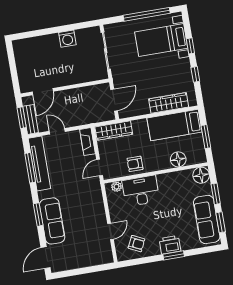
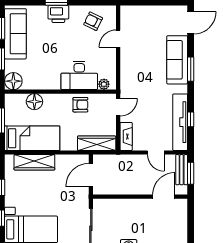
window: (30, 168) -> (191, 119), width x0.46

